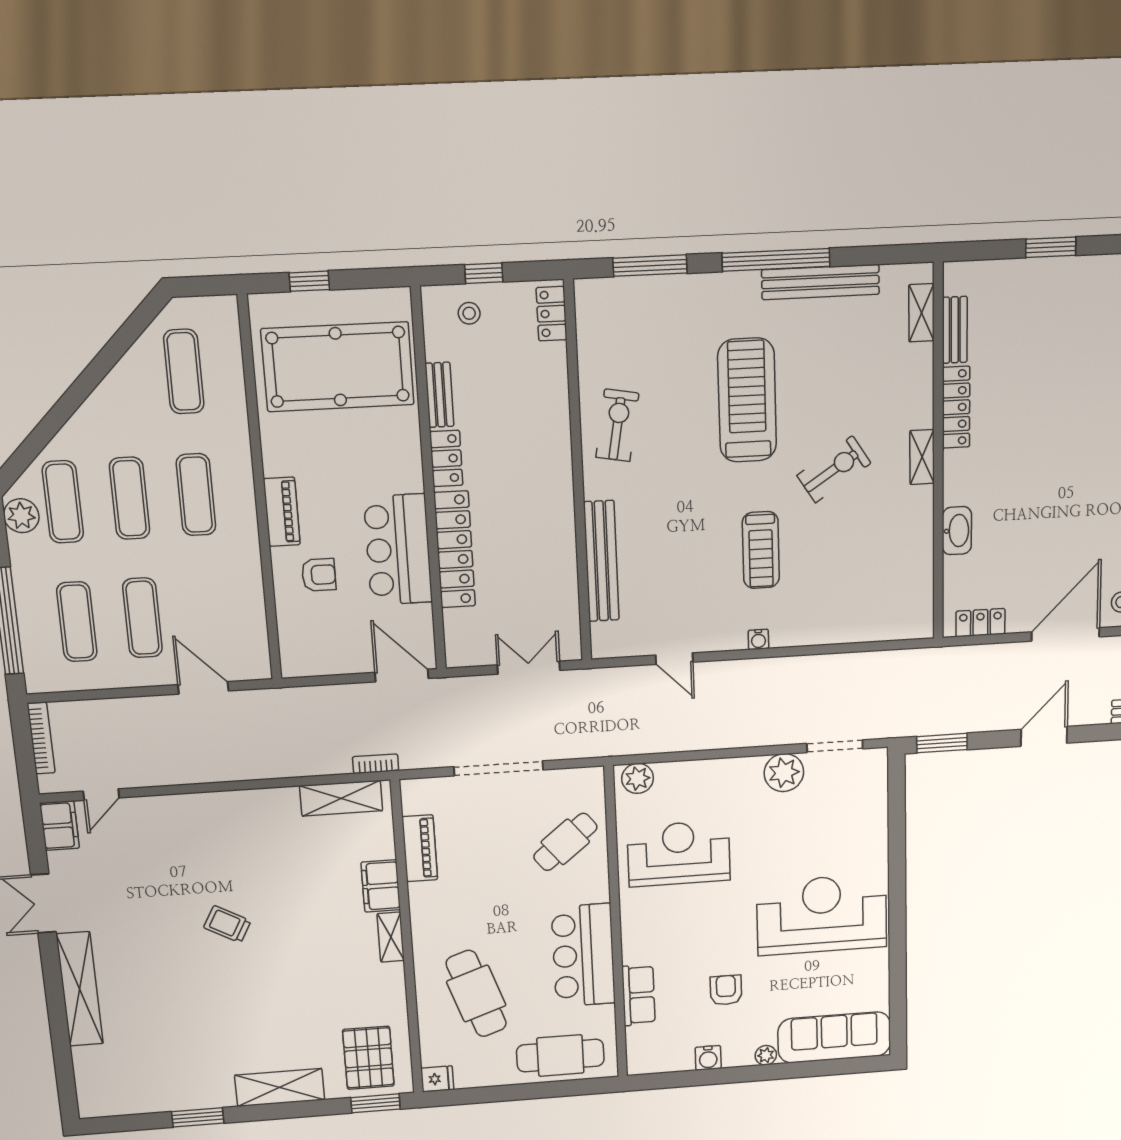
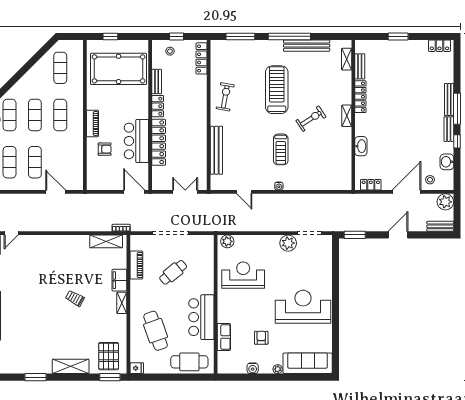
locker: (551, 314) -> (202, 58), width x1.53
cafe table: (565, 842) -> (173, 272), moved
trolley: (227, 924) -> (75, 298), moved

